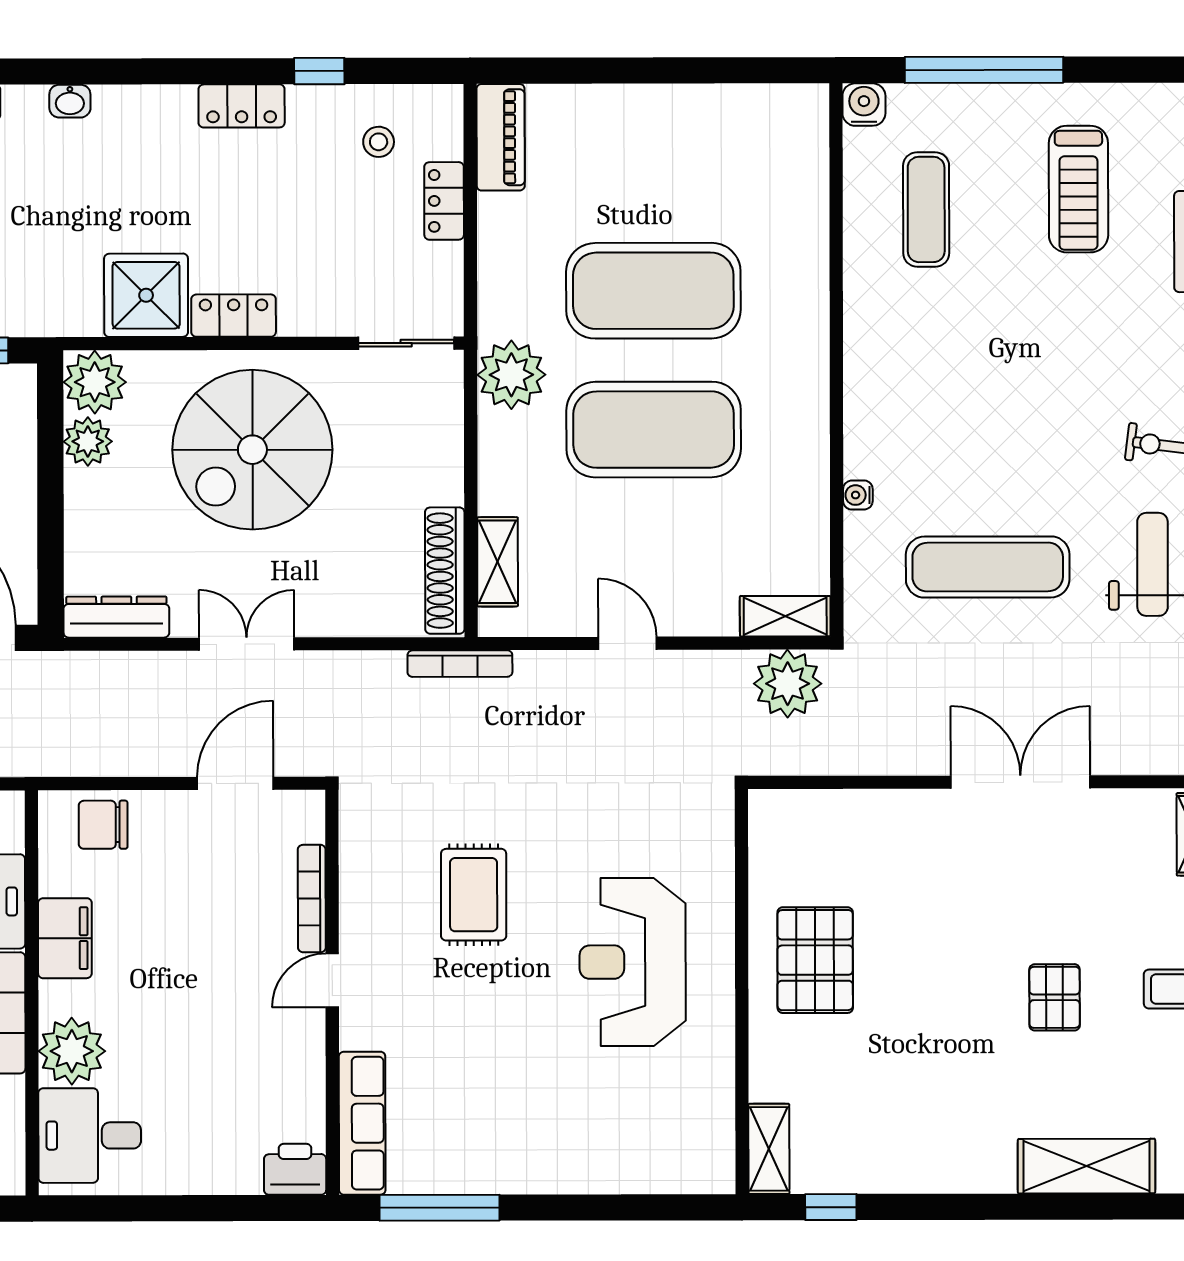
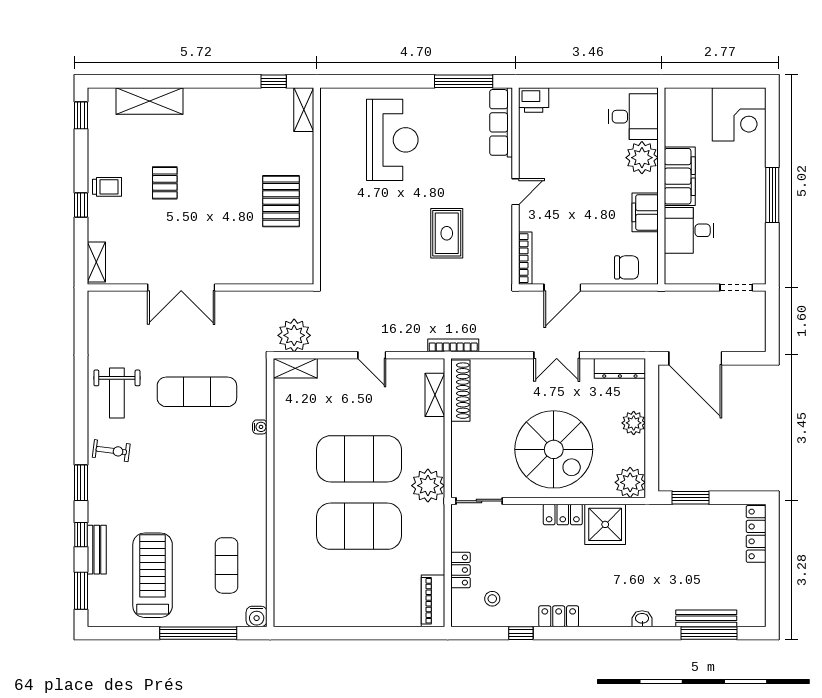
treadmill: (1078, 189) -> (153, 575), width x1.37, depth x1.38
plant: (88, 441) -> (634, 423), moved
spiral stairs: (252, 450) -> (554, 449), turned 90
bookcase: (312, 899) -> (525, 258), moved
reception desk: (633, 962) -> (392, 140), moved

